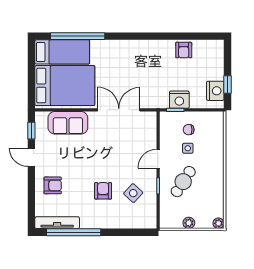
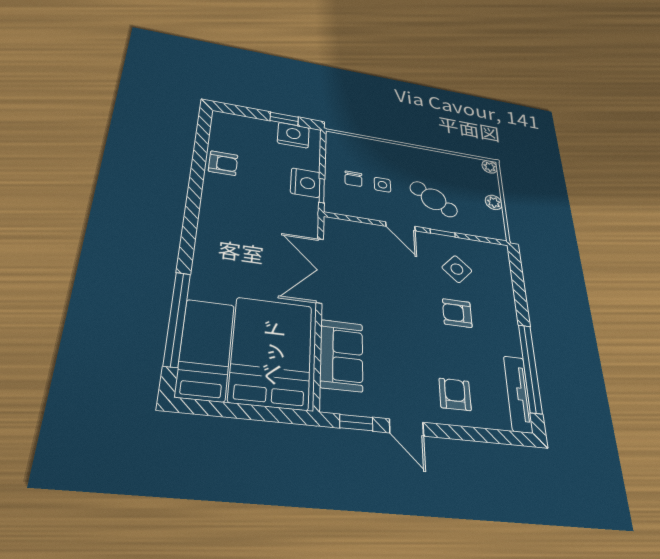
door: (31, 157) -> (406, 428), hinge flipped

